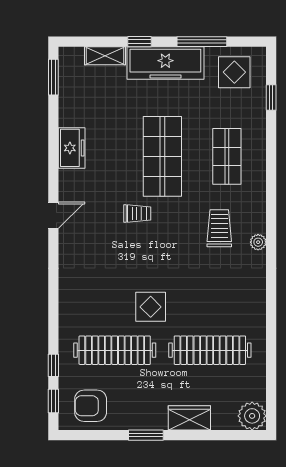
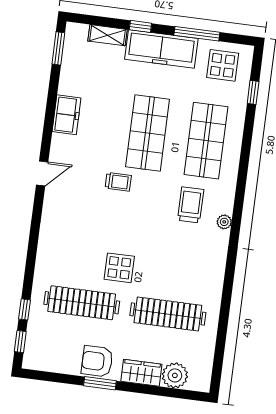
shop shelf: (227, 156) -> (206, 141), width x1.43, depth x1.36
armchair: (91, 406) -> (97, 361), moved
plant: (252, 416) -> (175, 375), moved

